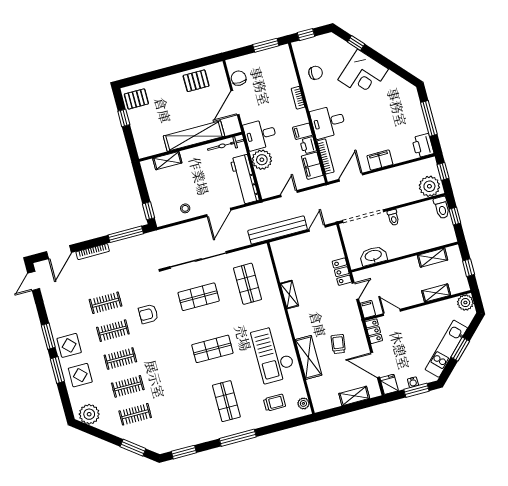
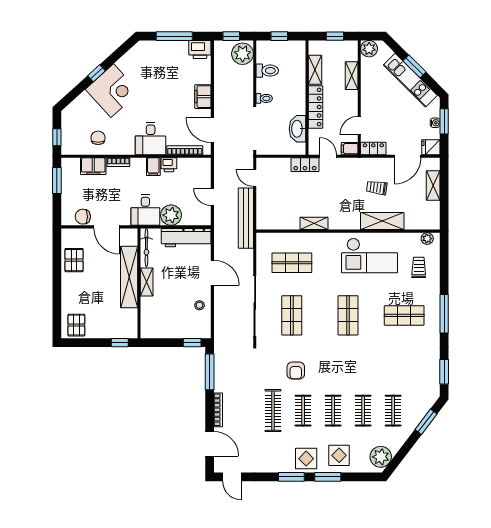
window: (356, 43) -> (96, 73), moved
window: (124, 118) -> (120, 343), moved
shelving: (167, 161) -> (147, 282), moved
filing cabinet: (312, 166) -> (93, 166), moved
toilet: (442, 208) -> (267, 71), moved
locker: (398, 267) -> (316, 107), added
clothes rail: (106, 303) -> (273, 411), width x1.36

